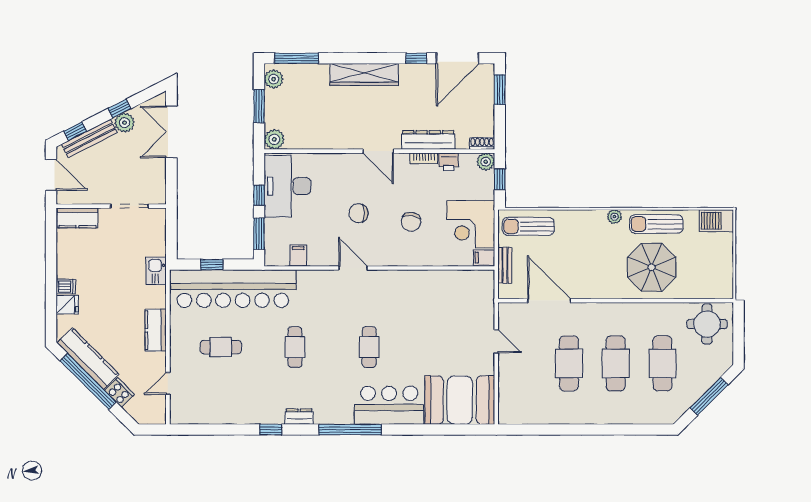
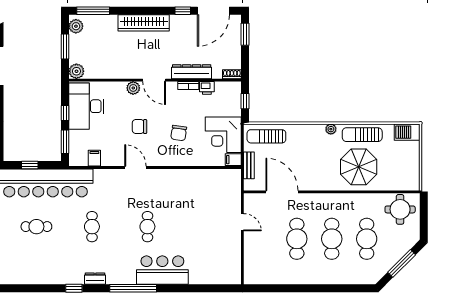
plant: (486, 162) -> (133, 88), moved
booth: (460, 400) -> (215, 266), removed

